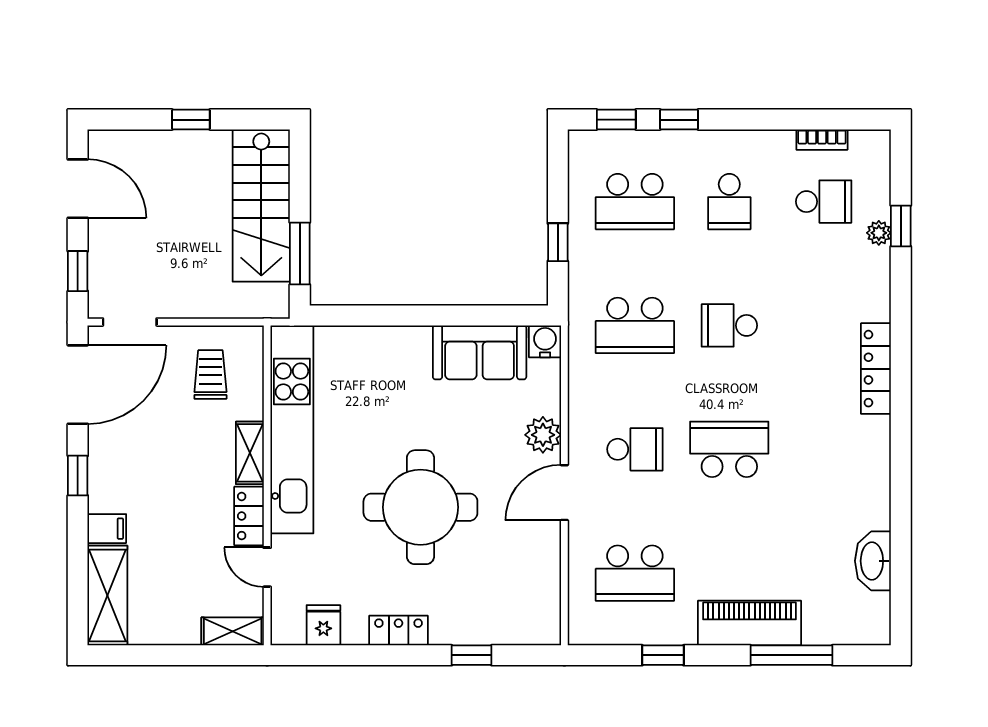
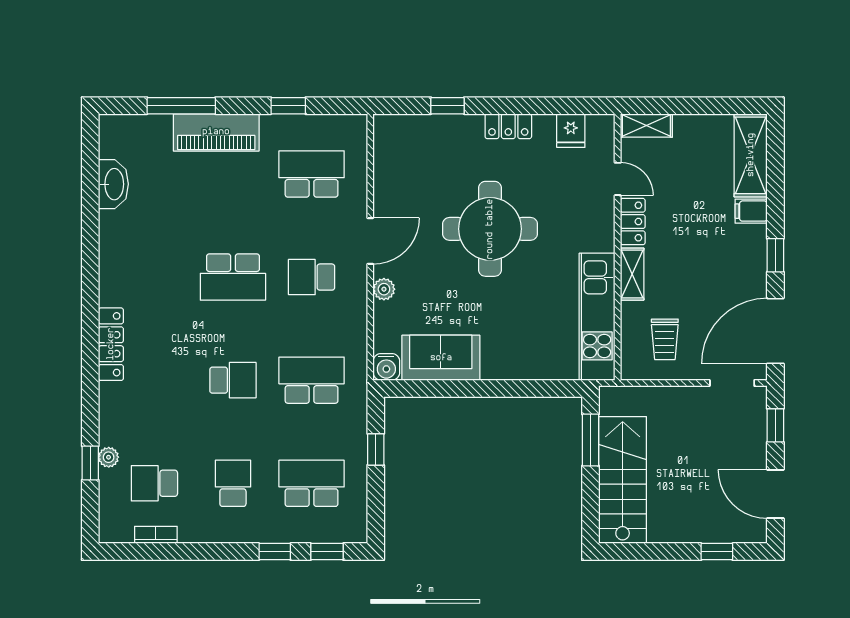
window: (191, 120) -> (717, 552), moved
kitchen unit: (292, 429) -> (597, 317), width x0.73
plant: (543, 435) -> (384, 289), width x0.73, depth x0.73

